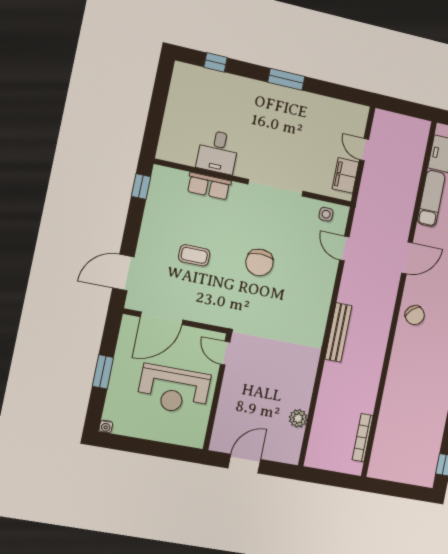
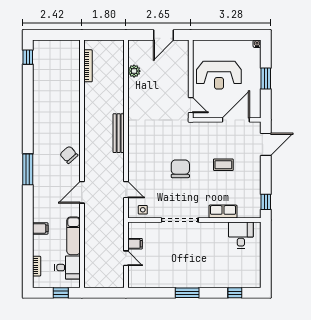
desk: (218, 152) -> (241, 235), moved
filing cabinet: (346, 175) -> (135, 244), width x0.50
reception desk: (174, 390) -> (219, 75), turned 180

